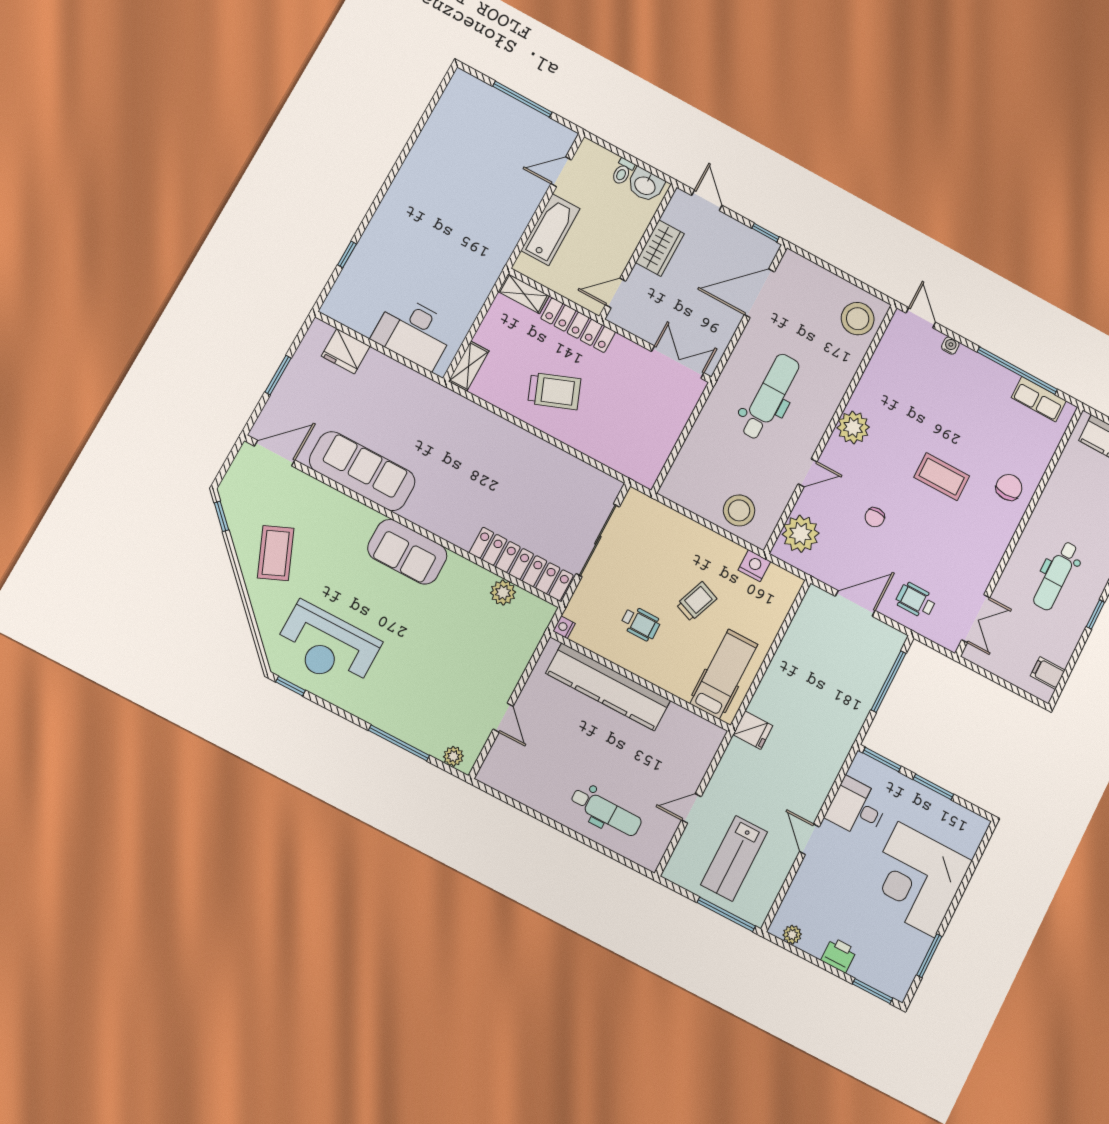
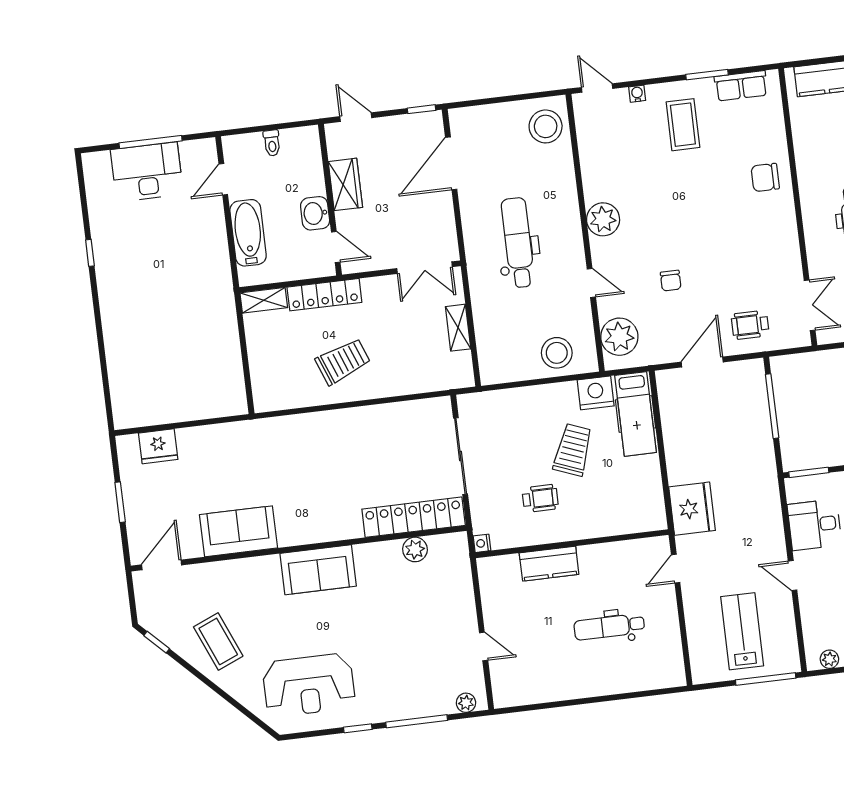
washbasin: (645, 185) -> (315, 213), moved, turned 90
window: (347, 254) -> (90, 253), moved
door: (615, 293) -> (336, 247), swing flipped
desk: (414, 332) -> (147, 172), moved, turned 180
double door: (678, 362) -> (425, 268), swing flipped
shelving: (469, 366) -> (458, 328), moved
window: (1017, 371) -> (707, 75), width x0.47
sofa: (362, 471) -> (239, 531), width x0.73
door: (808, 473) -> (591, 283), hinge flipped
coffee table: (942, 477) -> (683, 125), moved, turned 90
chair: (1009, 487) -> (765, 177), turned -90
nightstand: (754, 566) -> (596, 393), width x1.36, depth x1.33
trolley: (697, 602) -> (573, 450), width x1.36, depth x1.39
hospital bed: (724, 674) -> (636, 414), moved, turned 180
window: (291, 686) -> (358, 728), moved
kitchen counter: (608, 687) -> (549, 564), width x0.48, depth x0.86
fridge: (753, 730) -> (692, 509), width x1.88, depth x1.34
door: (691, 808) -> (676, 569), moved
dental chair: (606, 812) -> (609, 627), moved, turned 180
lab bench: (734, 858) -> (742, 631), turned 180

